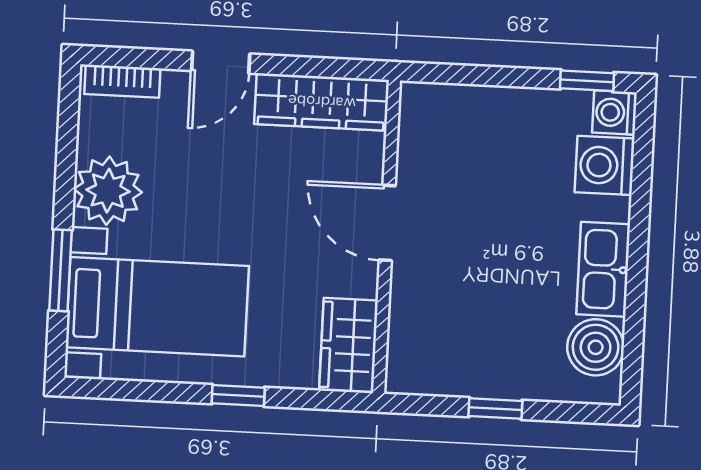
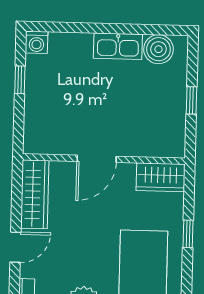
door: (221, 62) -> (15, 247), hinge flipped
window: (587, 81) -> (20, 80), moved
washing machine: (605, 165) -> (64, 47), removed

